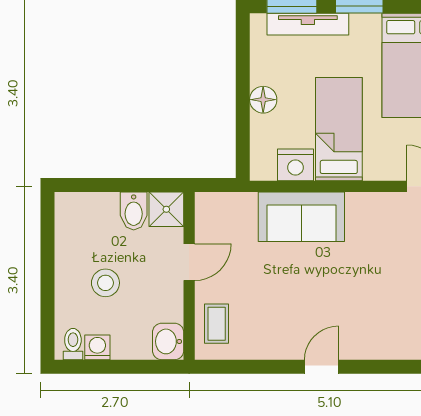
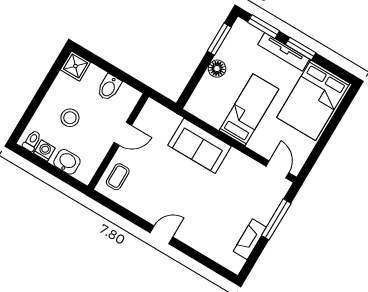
tv unit: (308, 24) -> (284, 52), moved
window: (243, 58) -> (219, 39), added
nightstand: (295, 165) -> (213, 115), removed
shower: (166, 209) -> (75, 66), moved
washbasin: (168, 341) -> (67, 162), moved, turned 90

